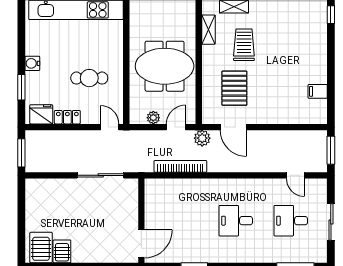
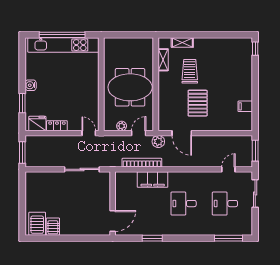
cafe table: (89, 78) -> (73, 96), removed
pallet: (234, 88) -> (198, 103), moved
door: (295, 175) -> (228, 169), swing flipped
filing cabinet: (194, 189) -> (153, 180), added
sliding door: (331, 222) -> (255, 194), moved

